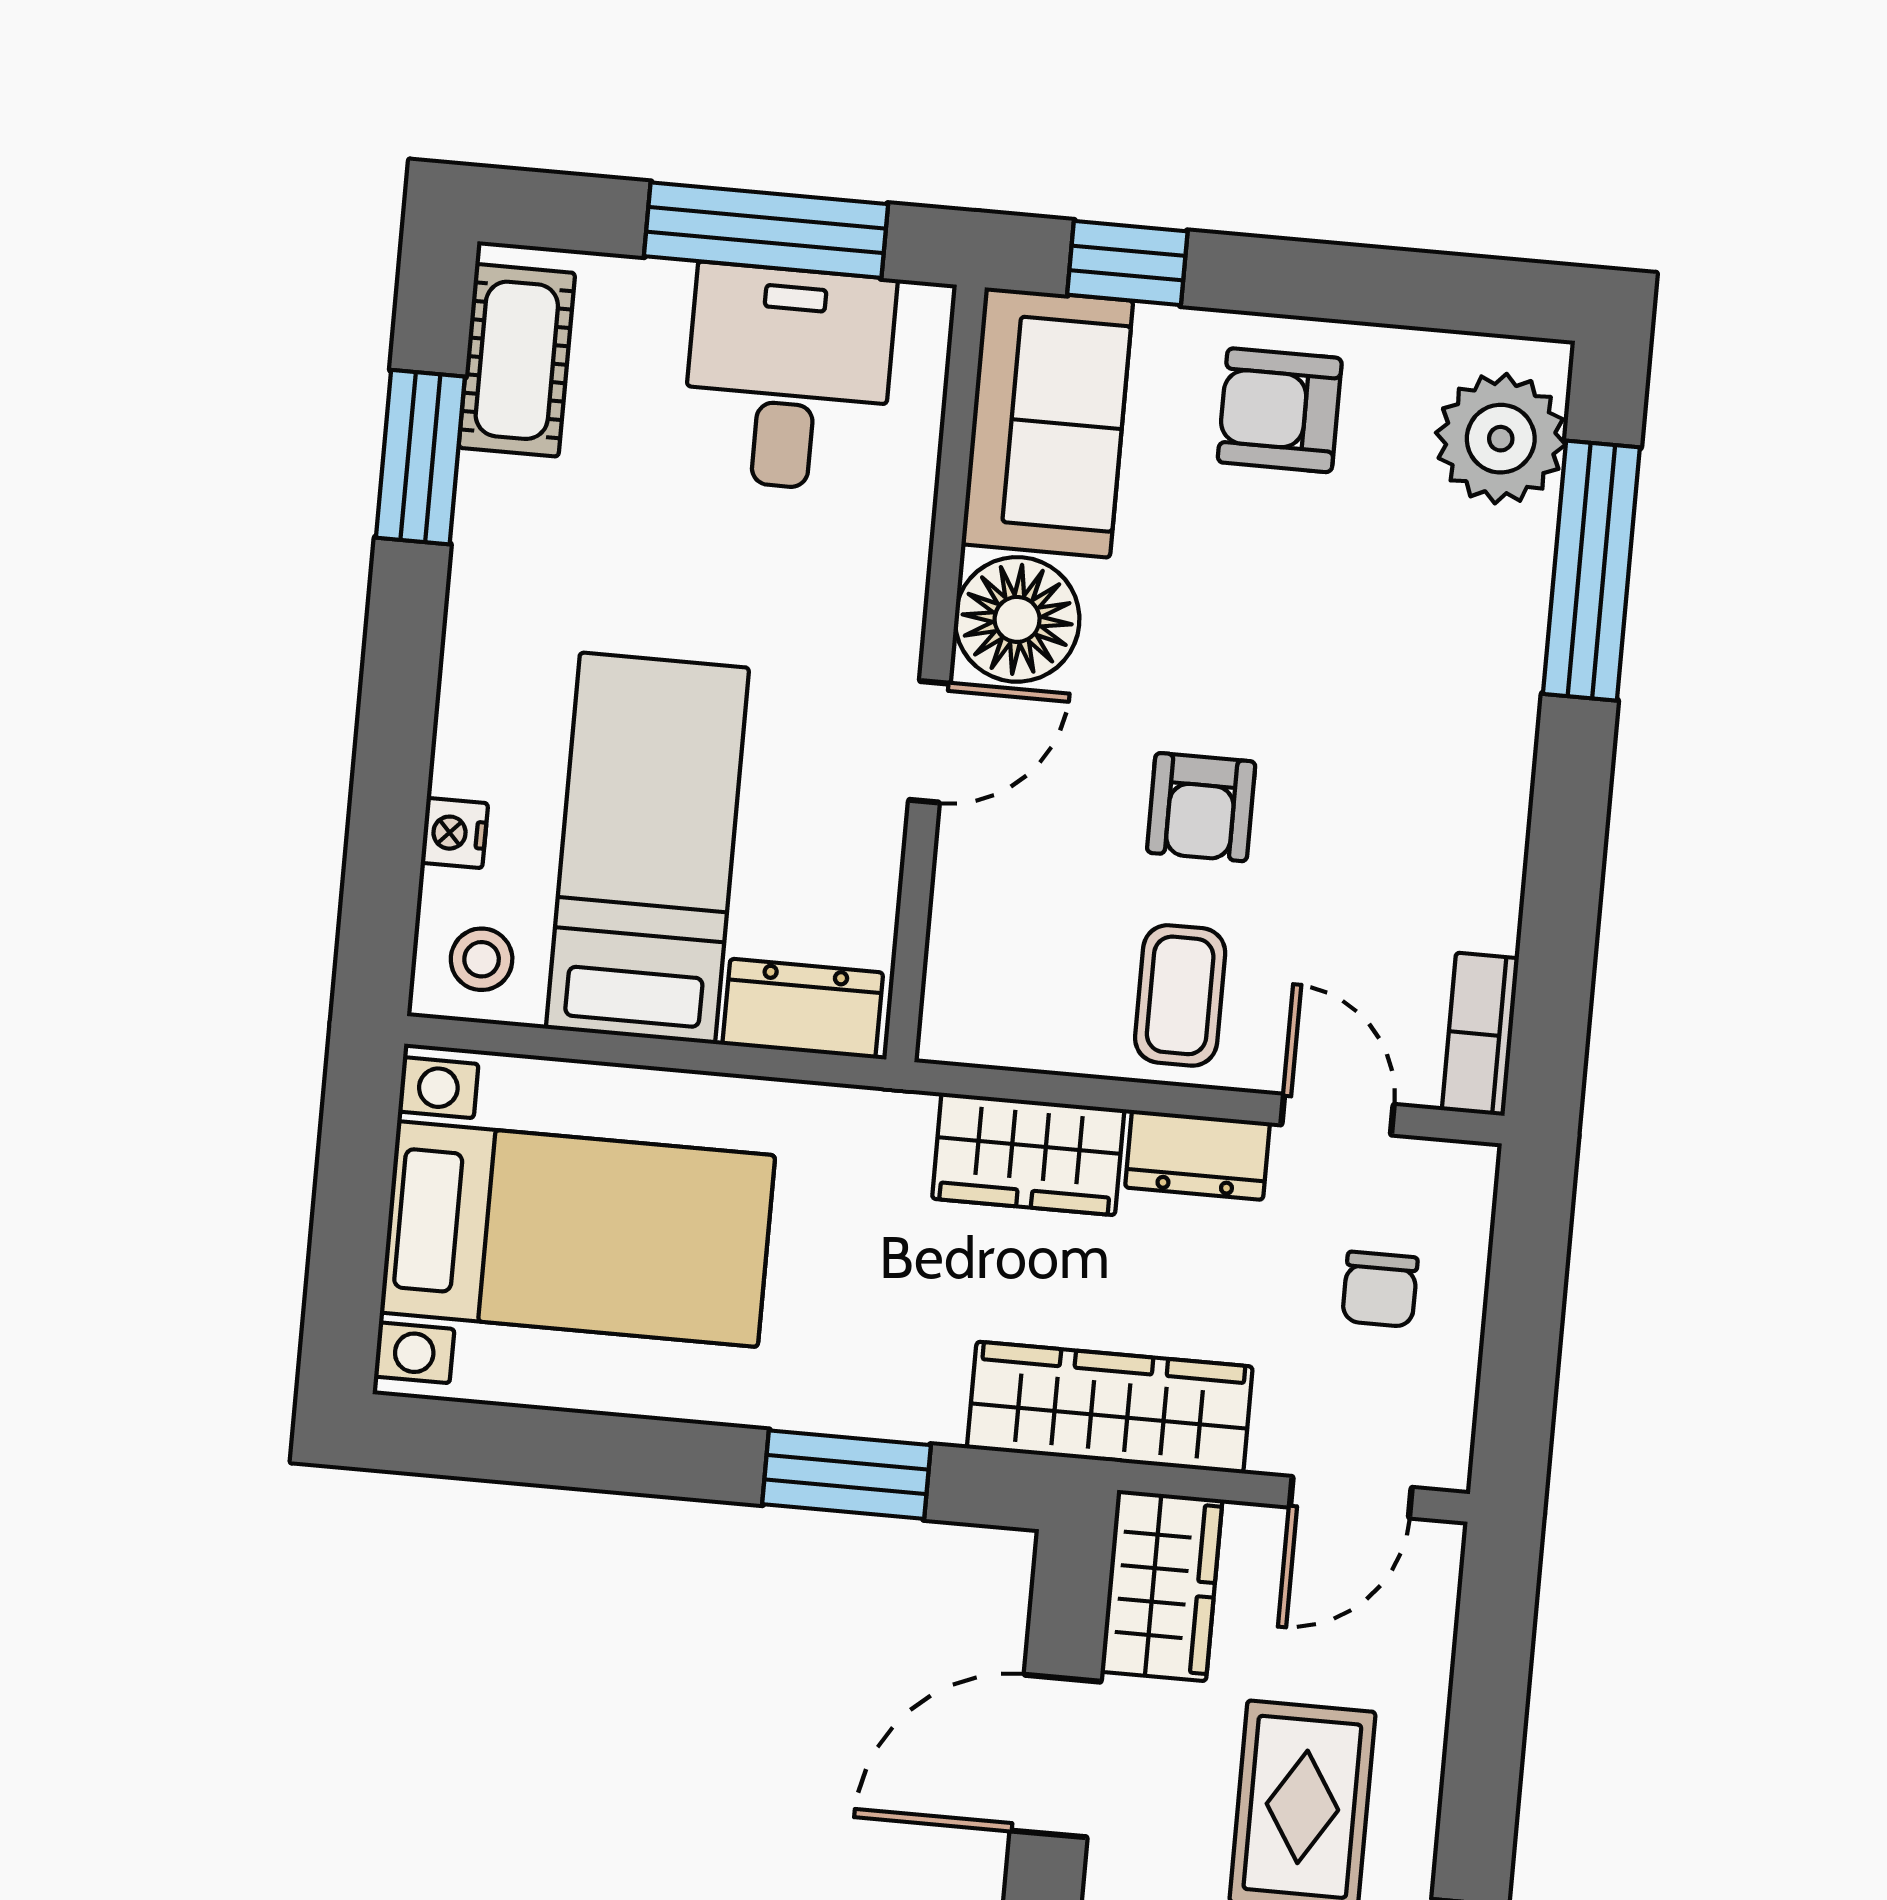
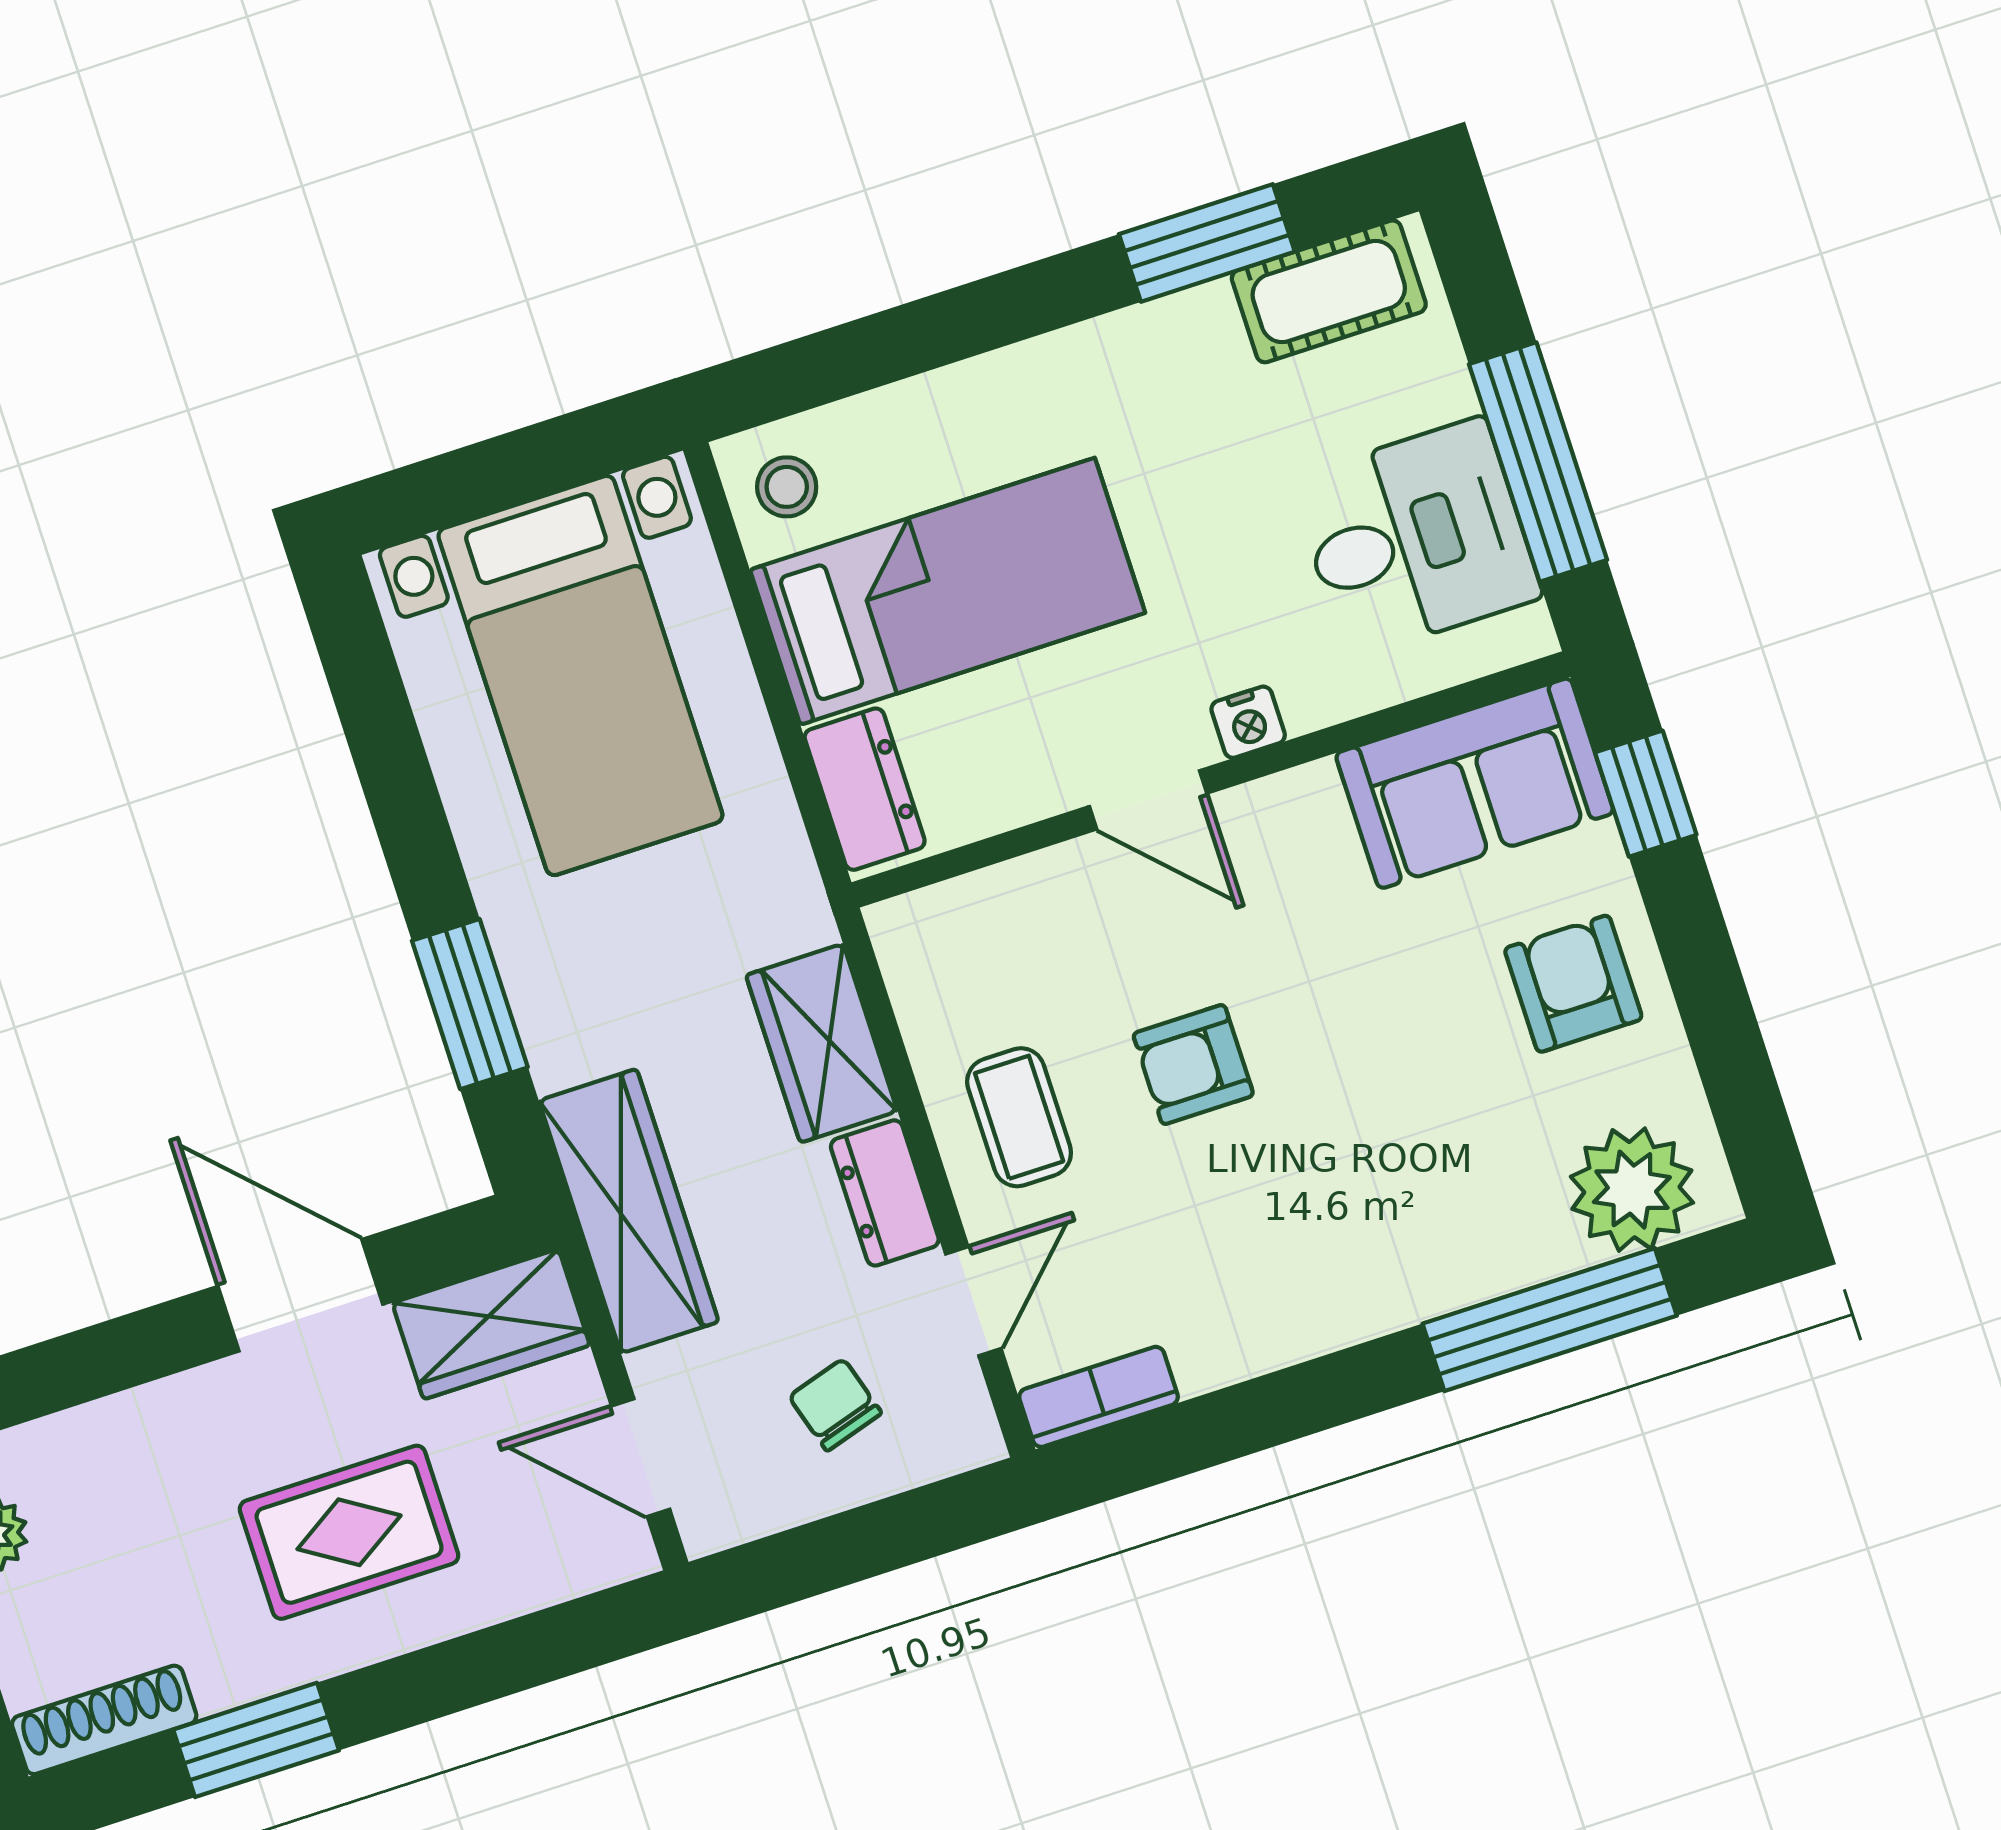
floor lamp: (1017, 619) -> (1289, 831), removed
nightstand: (454, 833) -> (1248, 722), moved, turned 180
coffee table: (1180, 995) -> (1019, 1117), turned 90
chair: (1380, 1289) -> (835, 1405), turned 73

